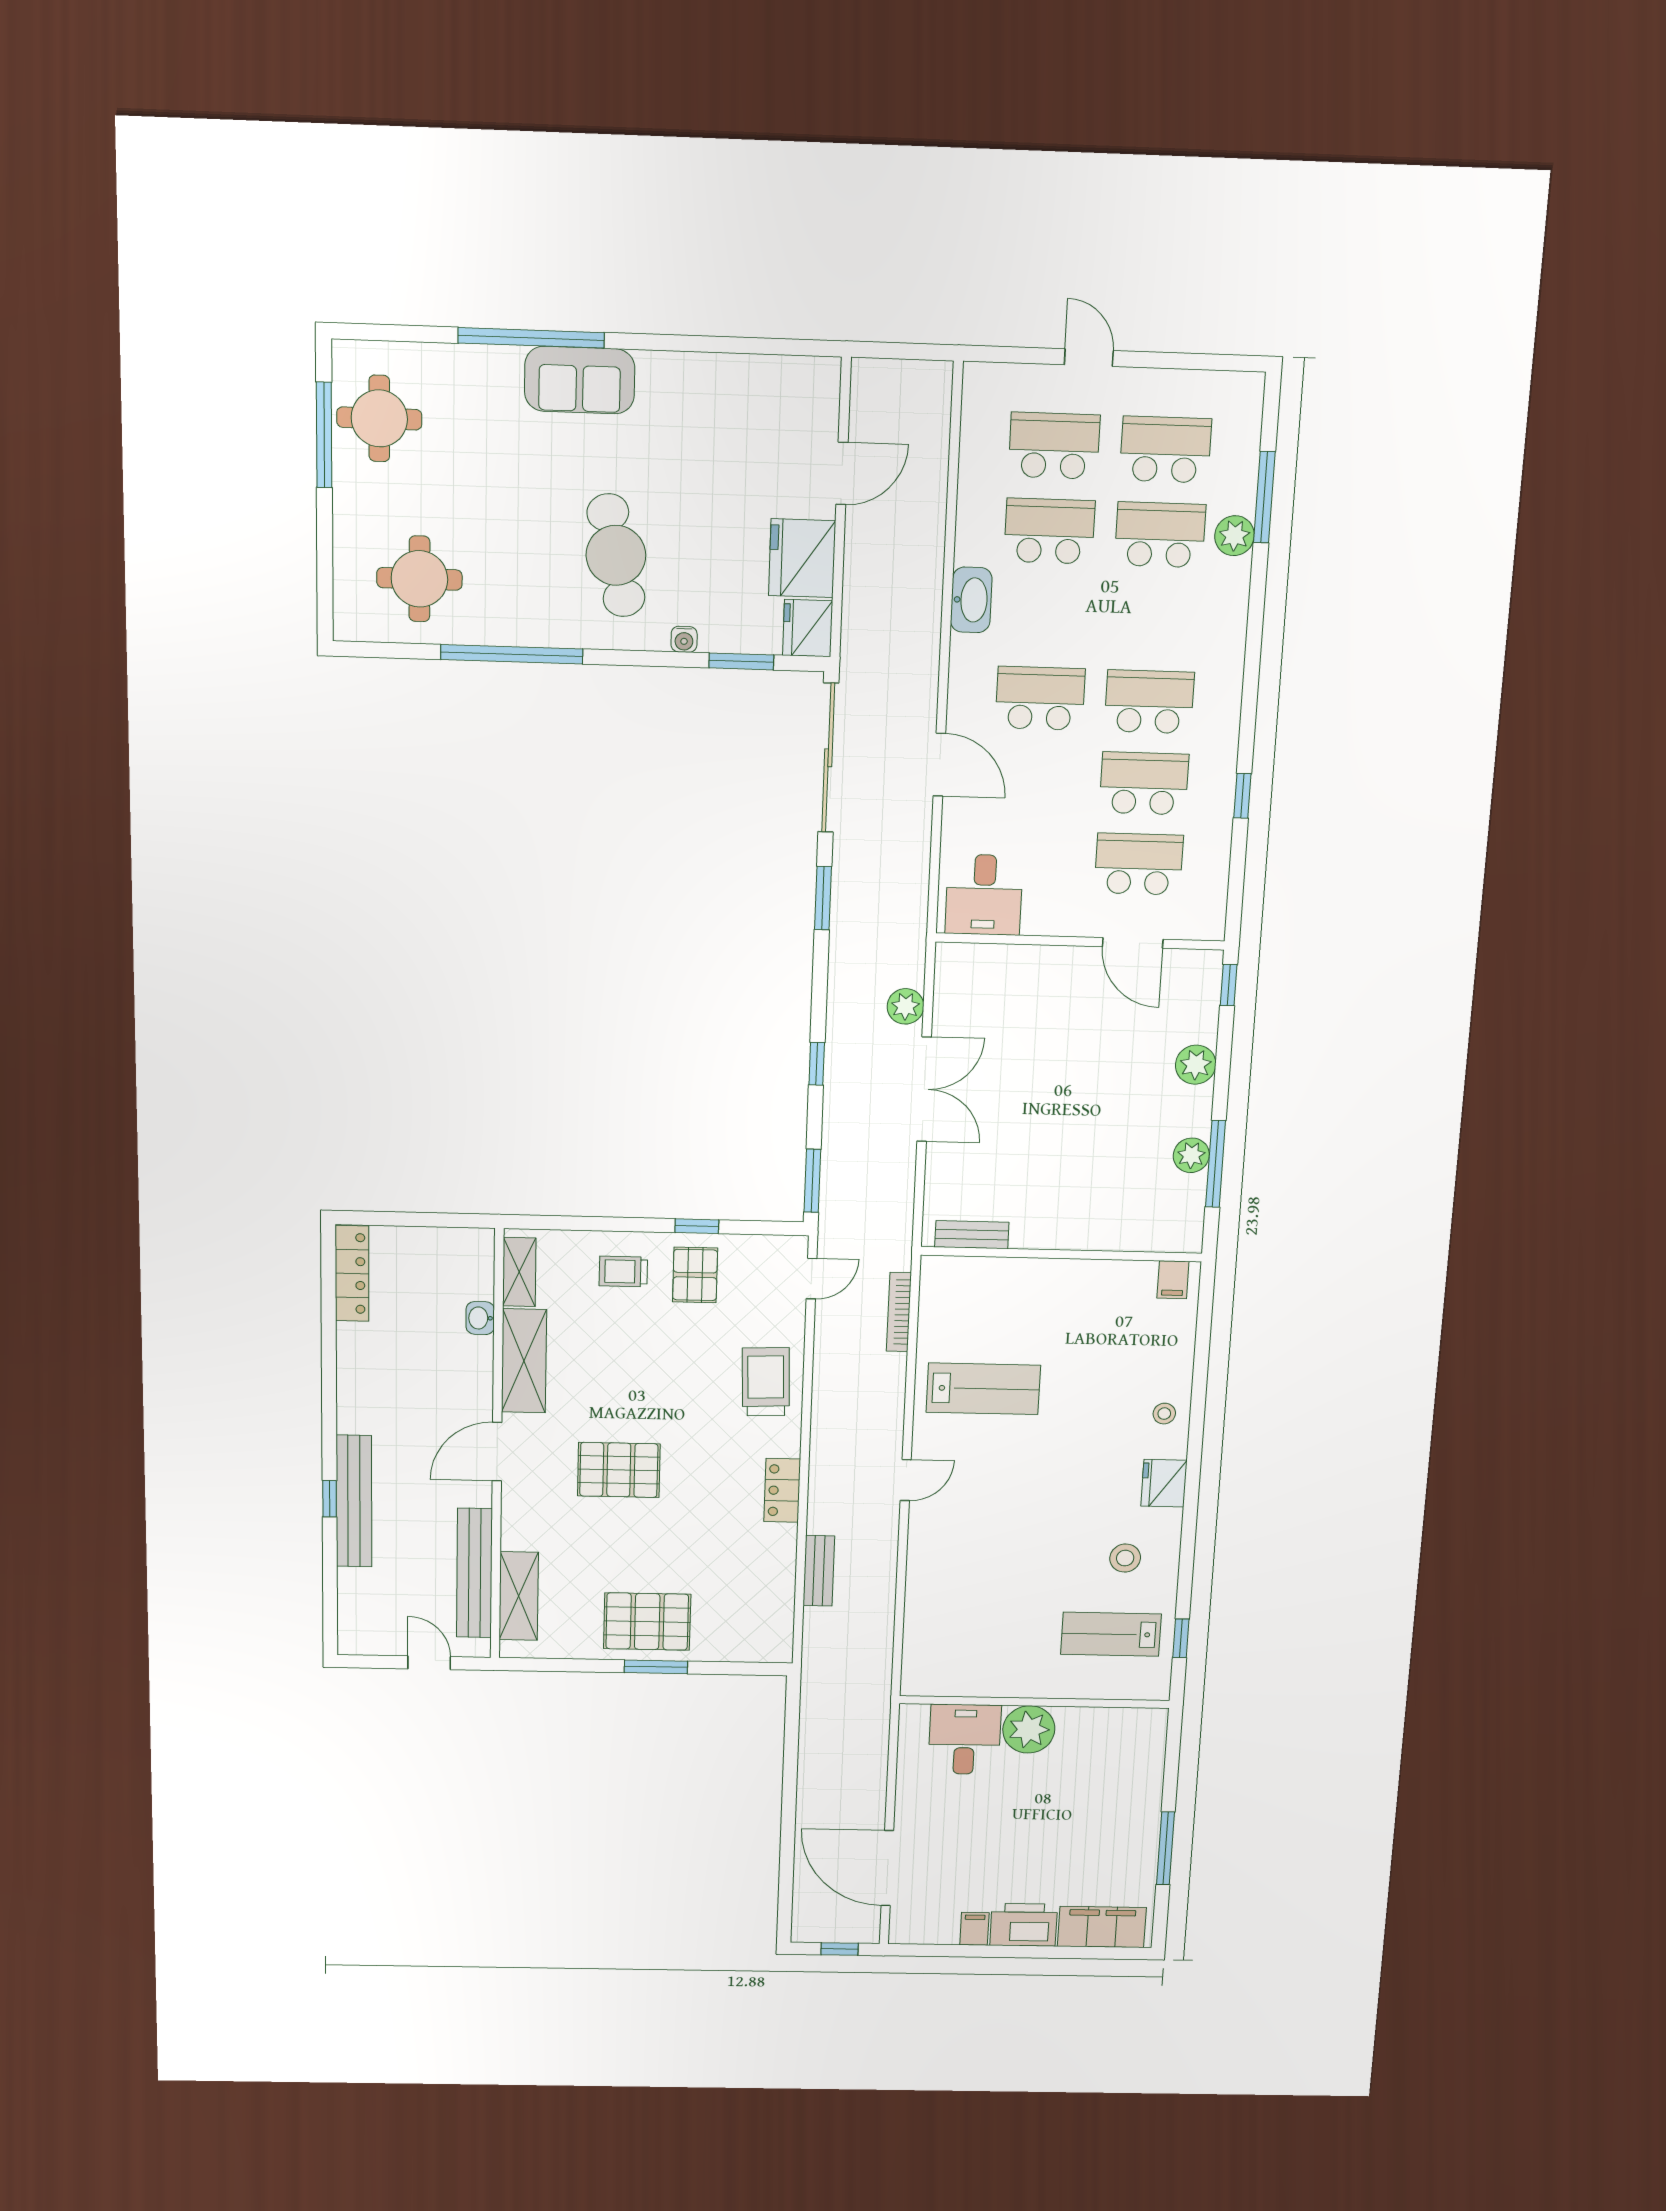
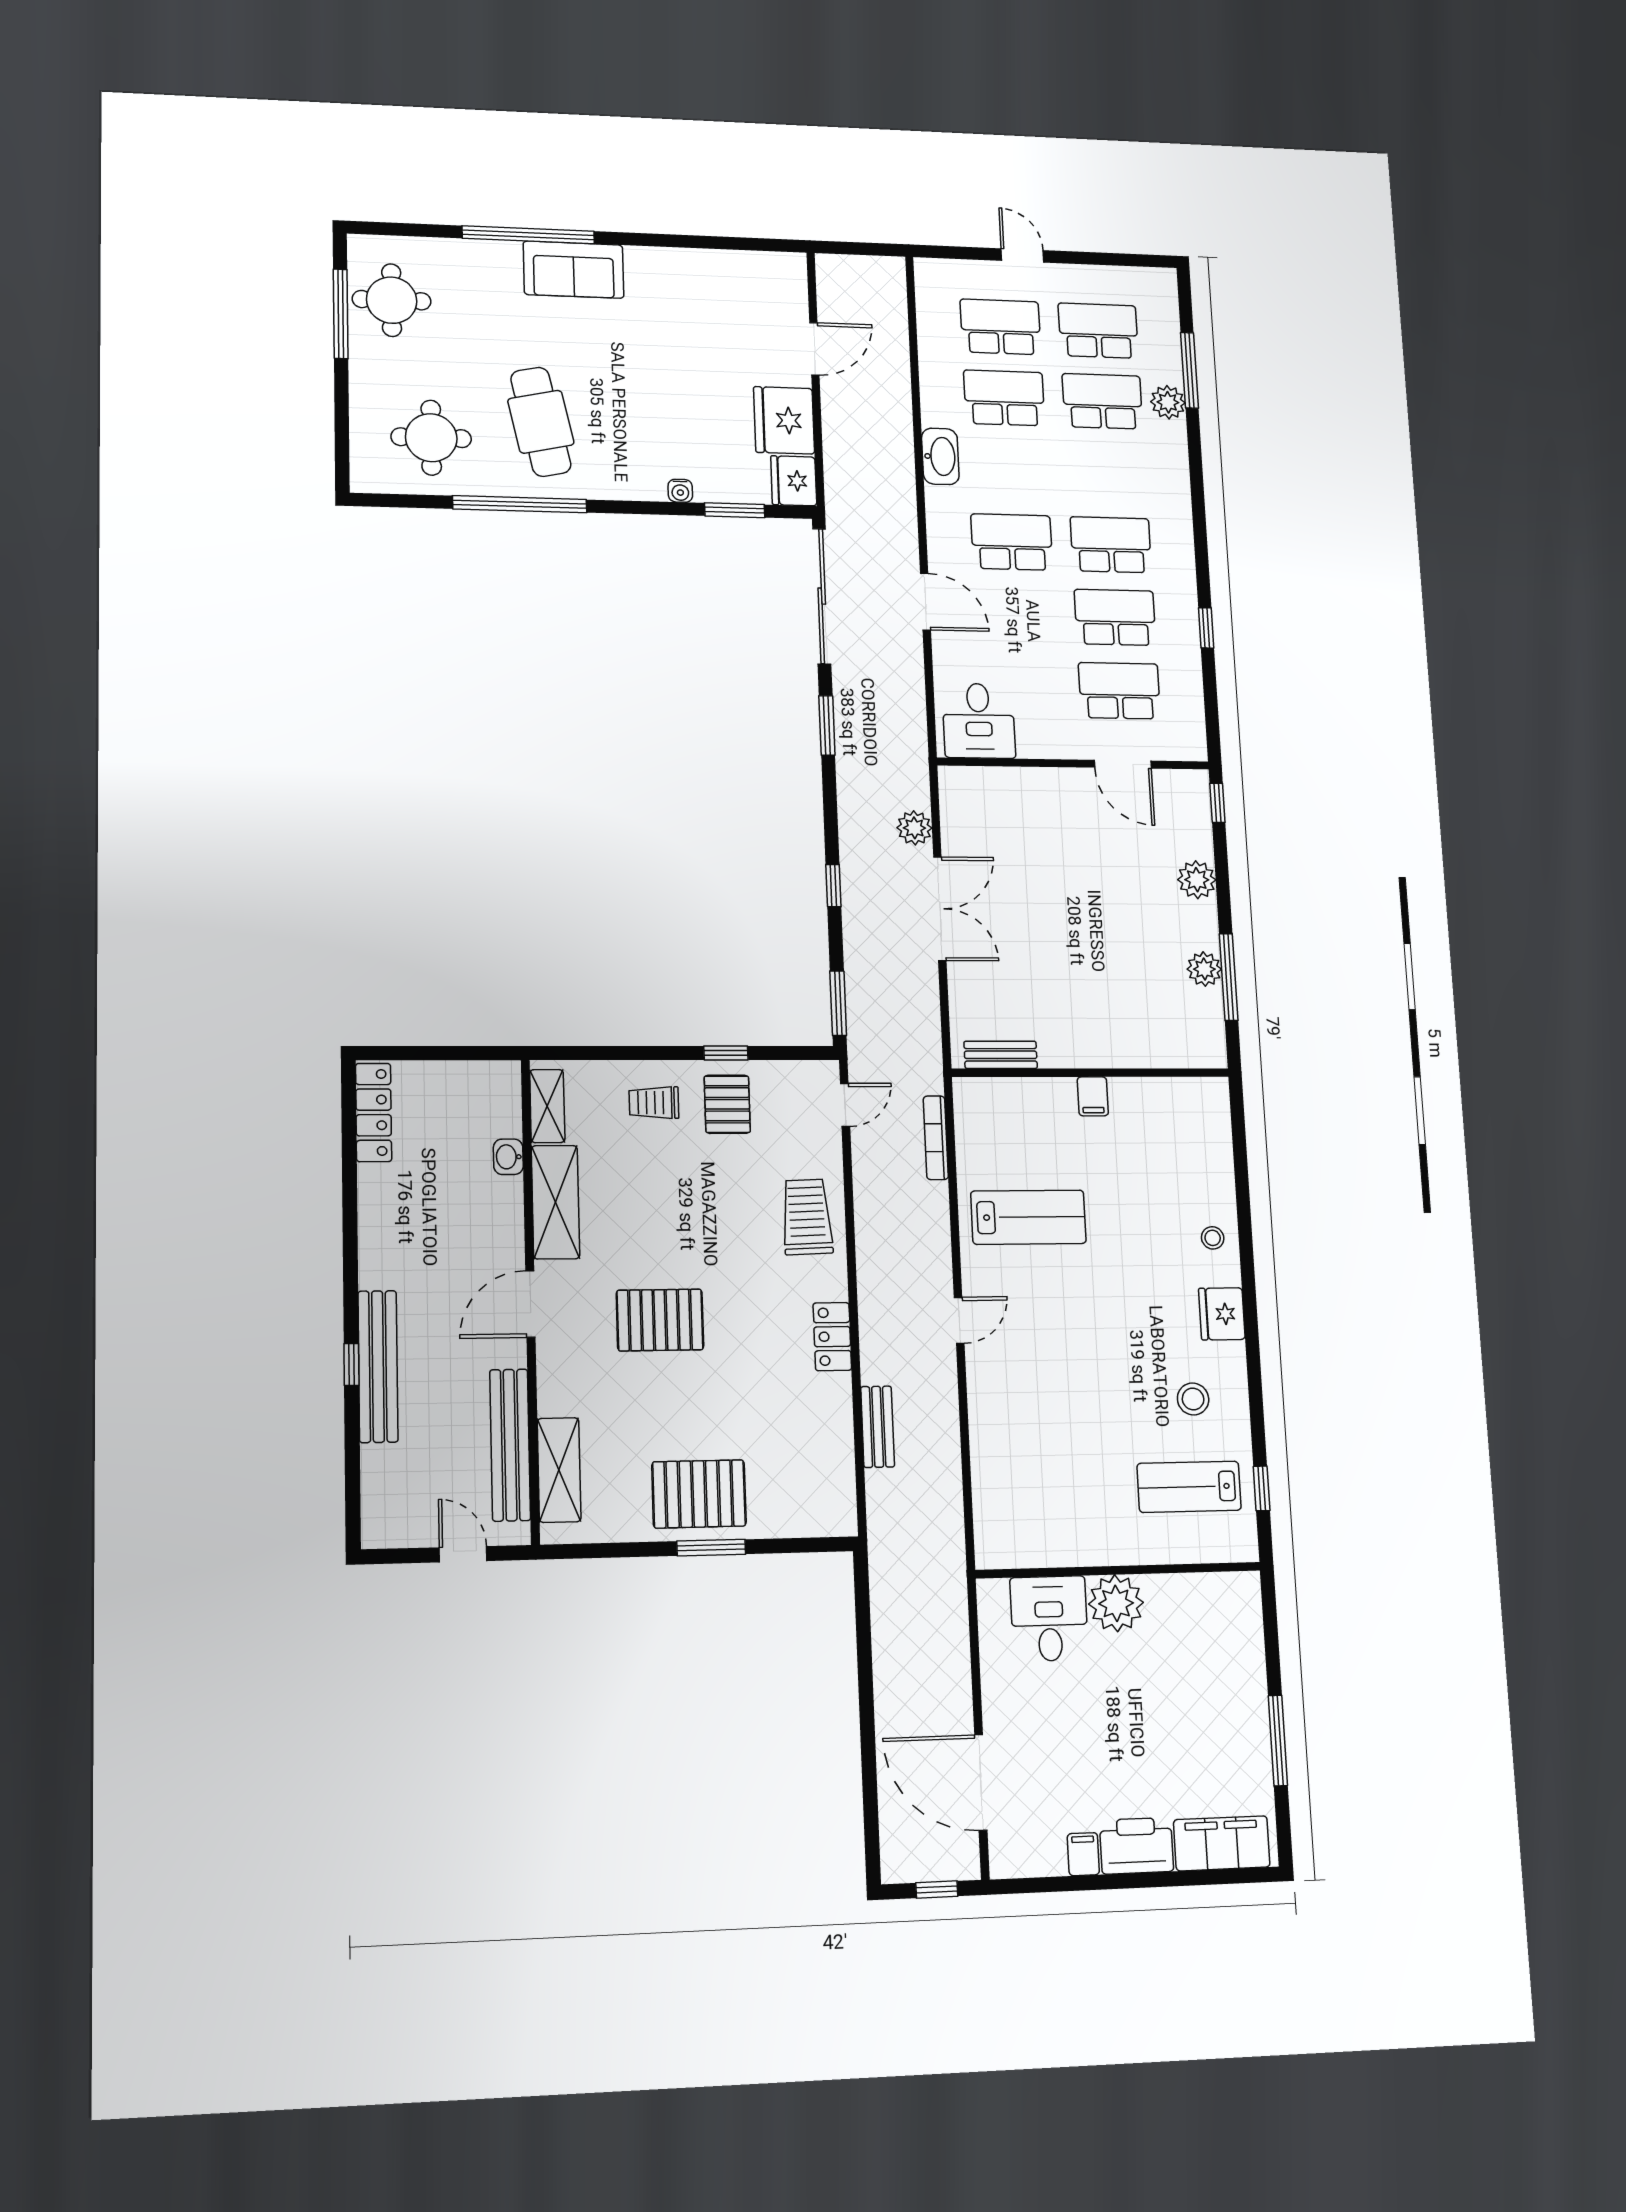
cafe table: (616, 555) -> (541, 422), moved
filing cabinet: (1173, 1280) -> (1093, 1096), moved

